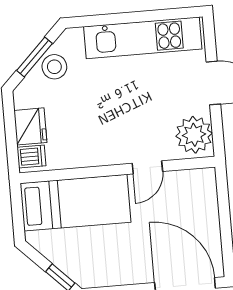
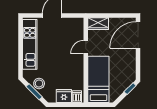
plant: (194, 135) -> (73, 26), removed
door: (147, 167) -> (86, 47), swing flipped
wardrobe: (204, 191) -> (98, 24), added

